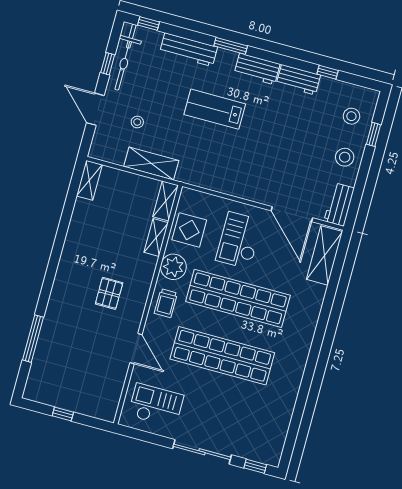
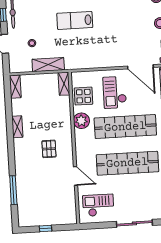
shelving: (156, 238) -> (17, 127), moved
trolley: (166, 303) -> (84, 144), removed

